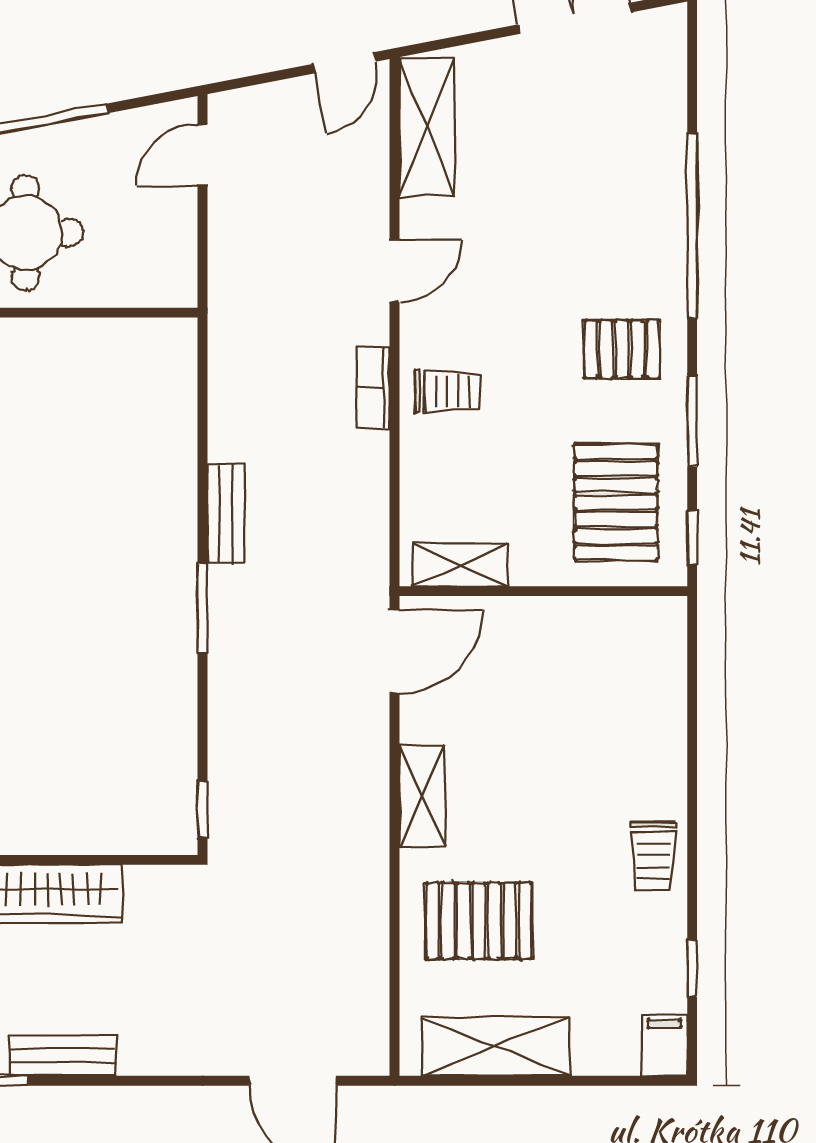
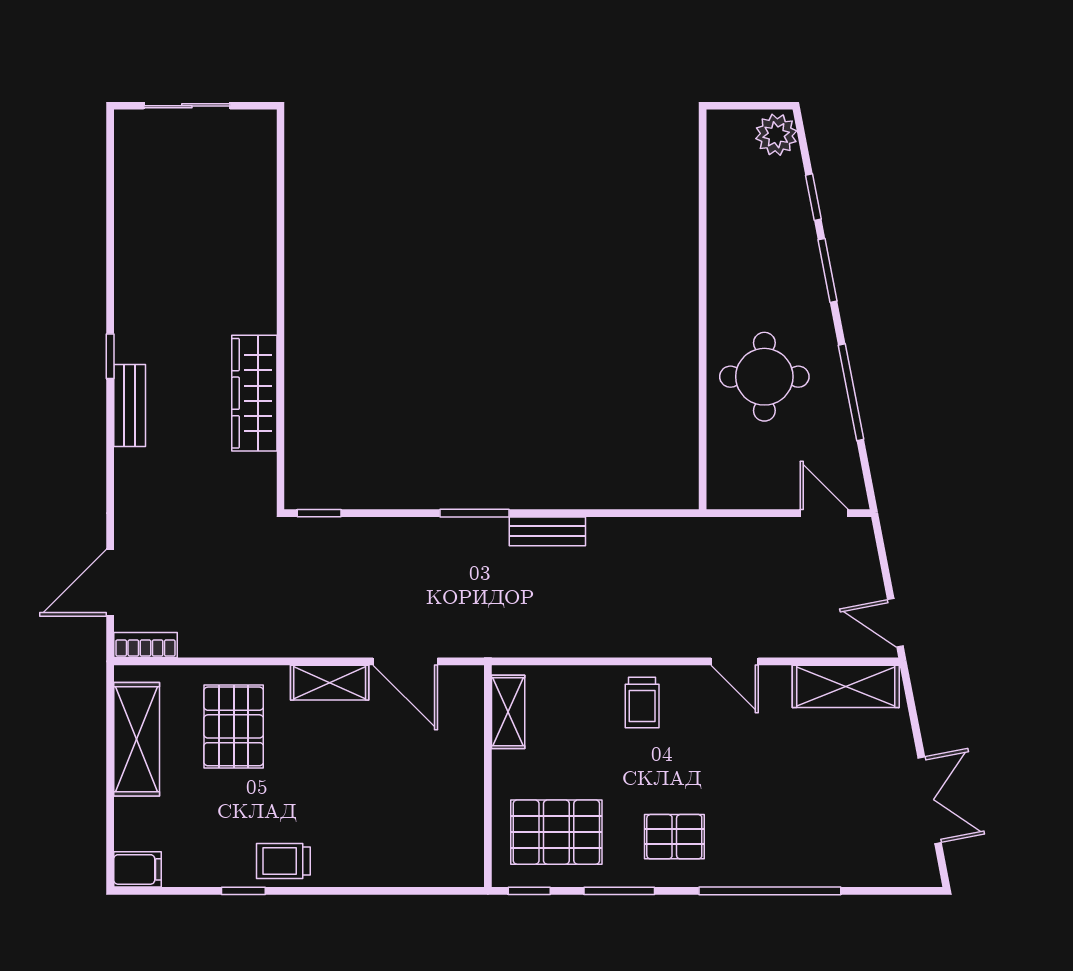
pallet: (622, 349) -> (674, 837), turned 90
bookcase: (373, 387) -> (145, 645), moved
door: (395, 652) -> (405, 661), moved
window: (692, 968) -> (243, 891), moved

